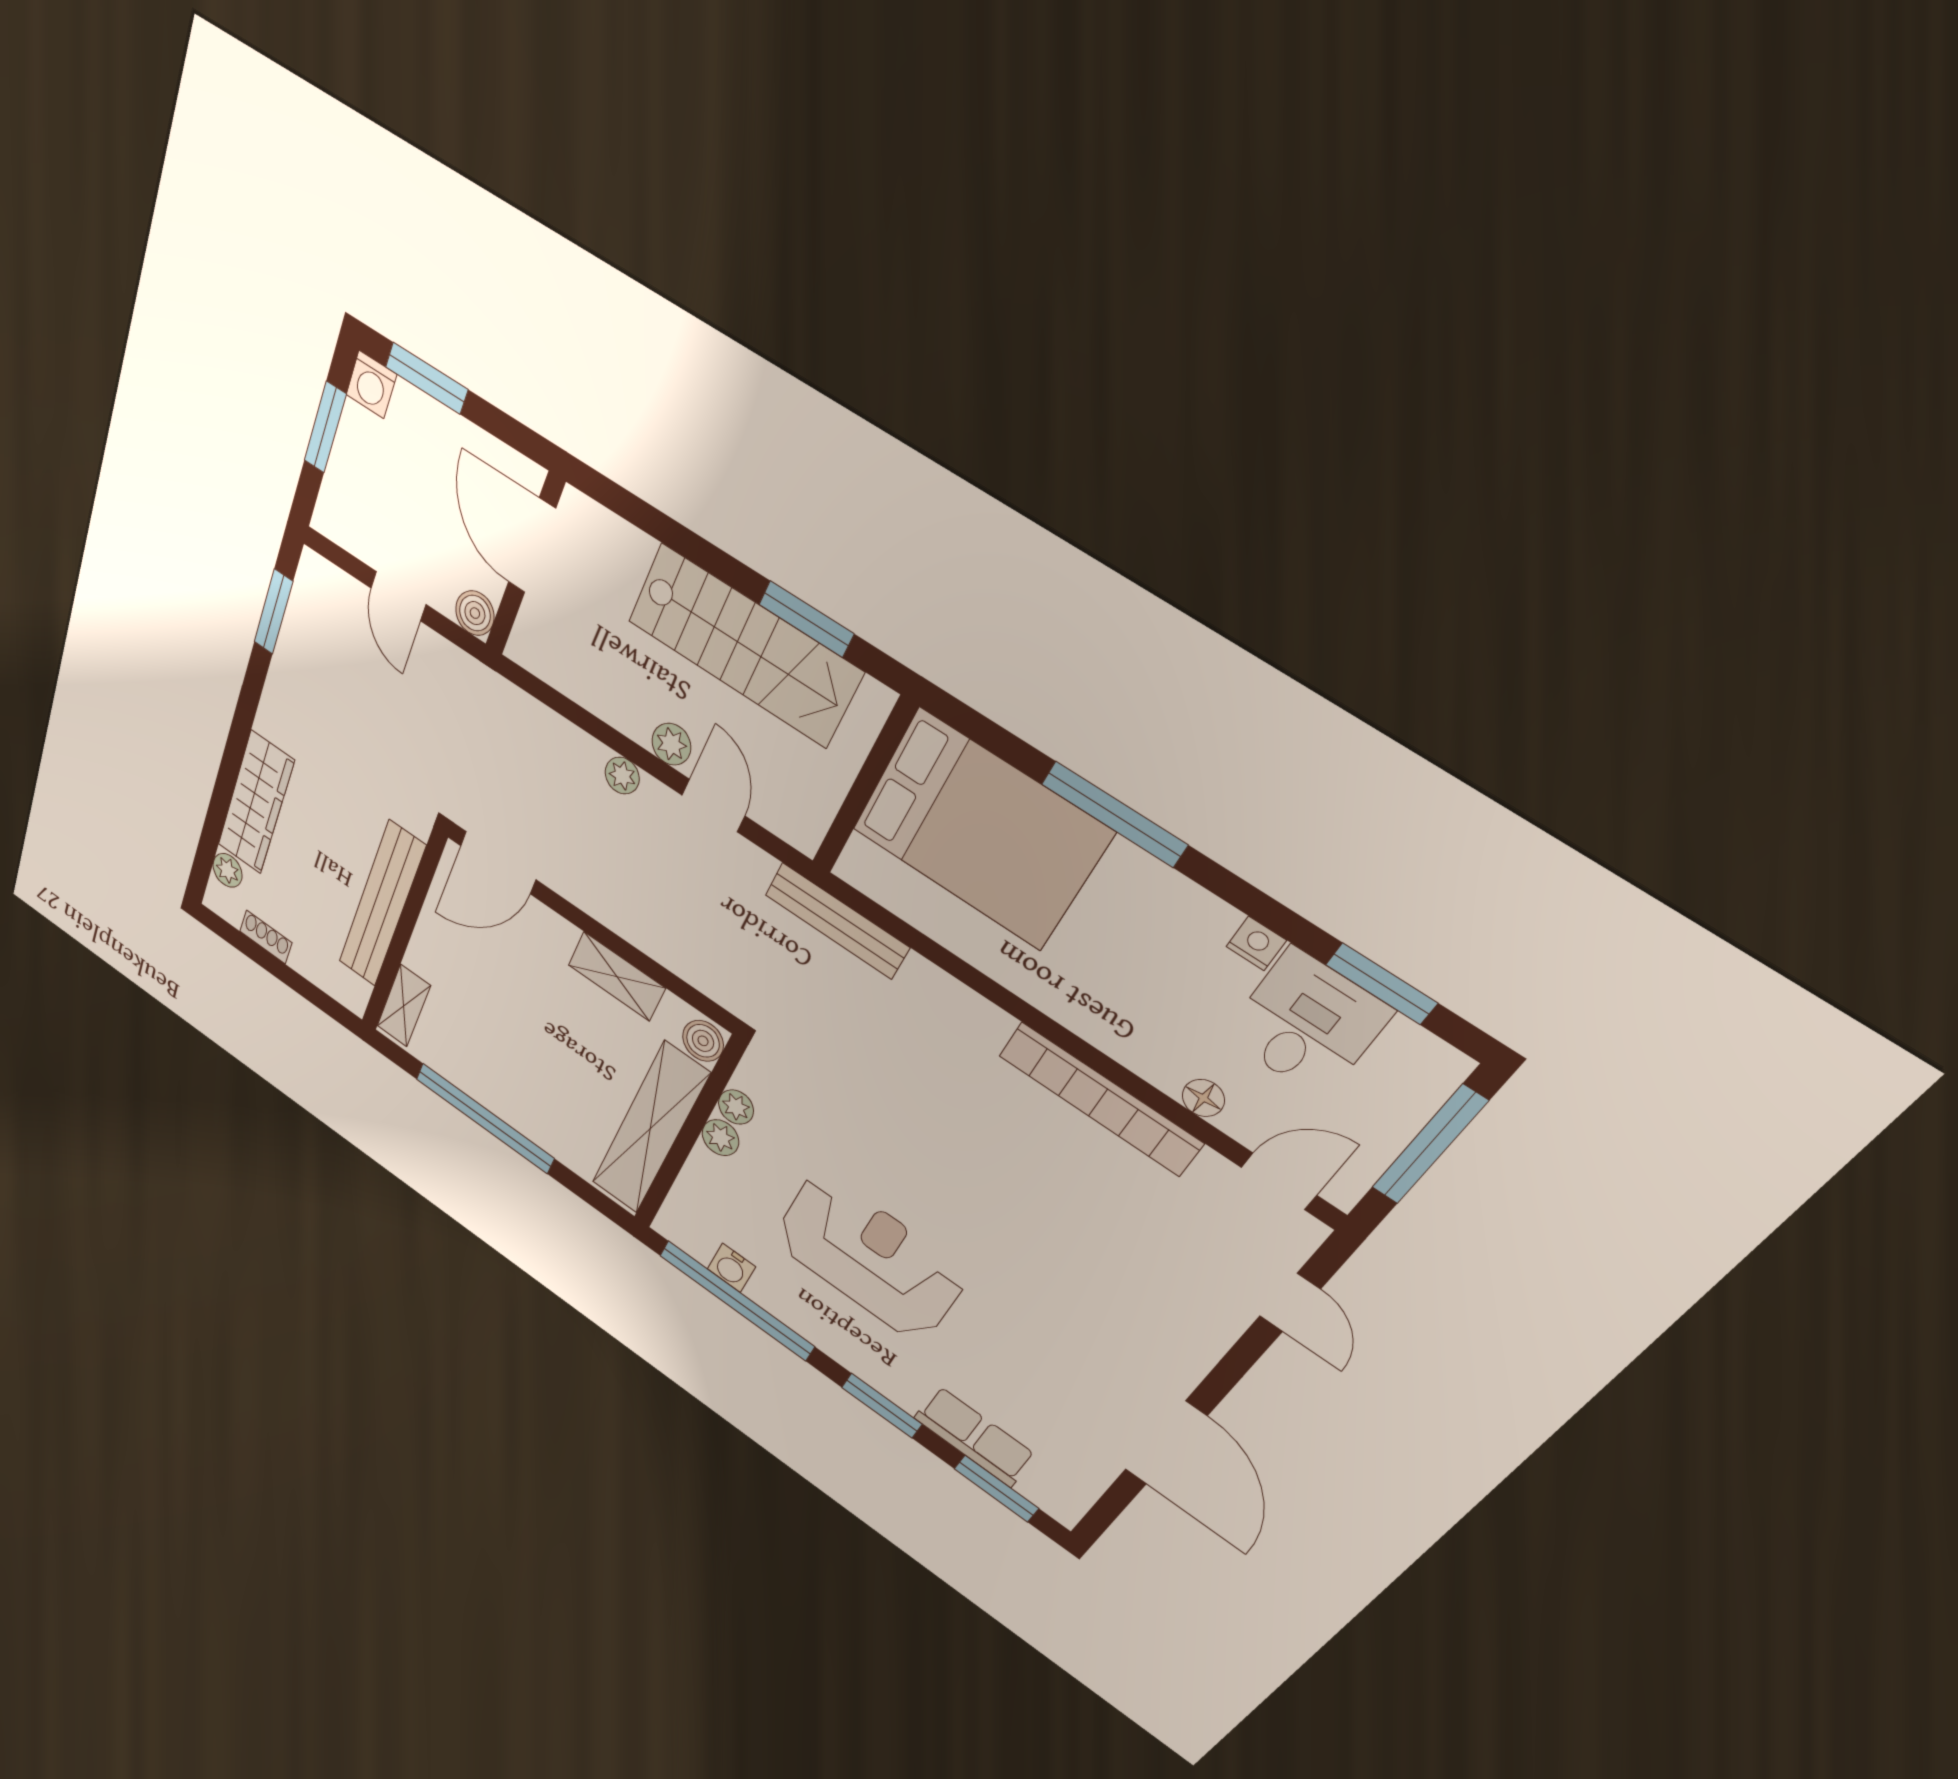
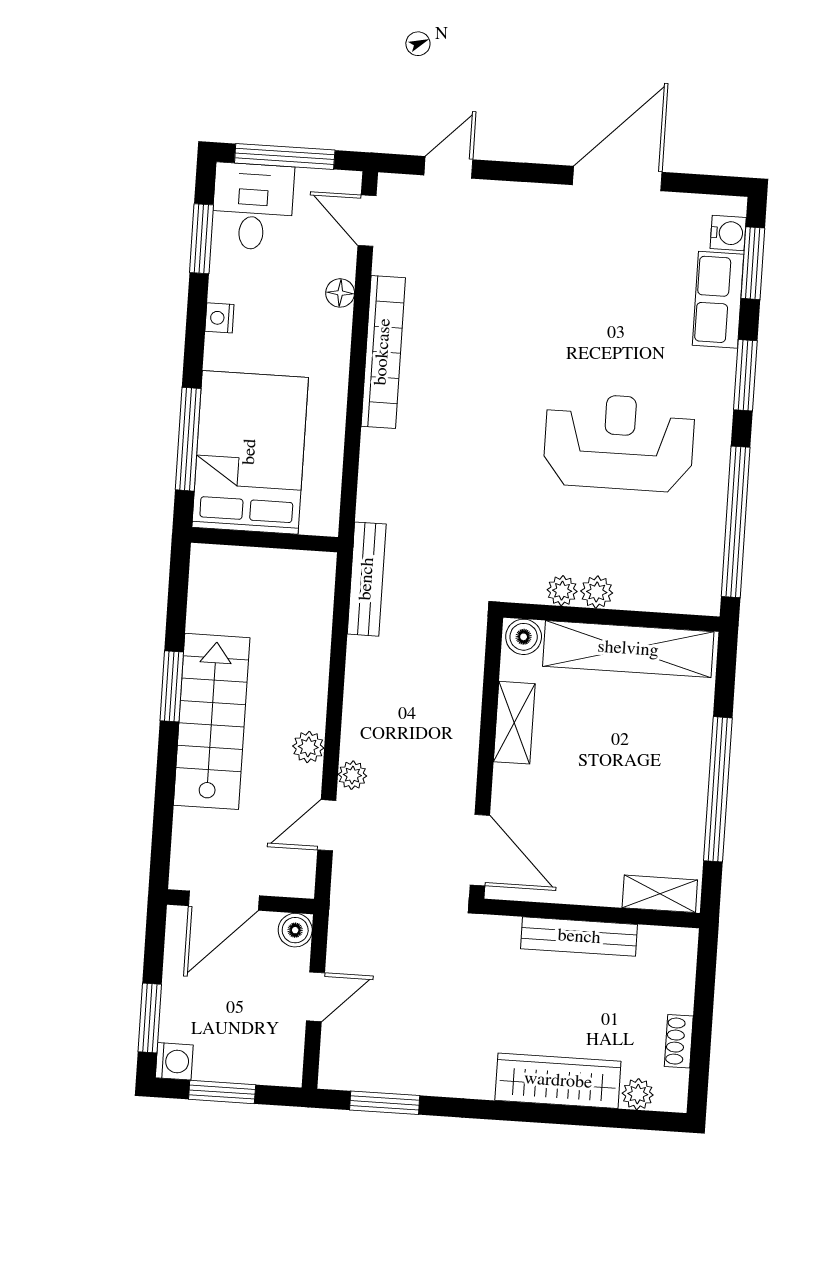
wall: (864, 786) -> (265, 540), moved
door: (713, 805) -> (327, 825), moved
bed: (981, 830) -> (250, 452), moved
bench: (382, 905) -> (579, 937), width x0.73, depth x0.82
desk: (1307, 1024) -> (253, 207), moved, turned 90
reception desk: (869, 1257) -> (619, 442), turned 90
water cooler: (731, 1268) -> (728, 233), moved

